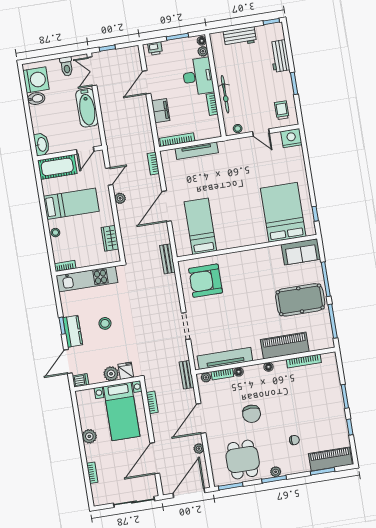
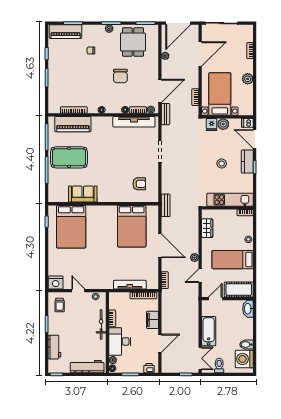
workbench: (240, 37) -> (87, 367), width x1.38
door: (167, 206) -> (160, 246), hinge flipped
bed: (200, 226) -> (132, 226), width x1.50
sofa: (301, 252) -> (83, 194), moved
armchair: (206, 281) -> (139, 184), width x0.53, depth x0.53
piano: (285, 346) -> (73, 124), moved
door: (68, 361) -> (255, 139), swing flipped
chair: (252, 414) -> (120, 76), turned 180
door: (201, 418) -> (160, 91), moved

